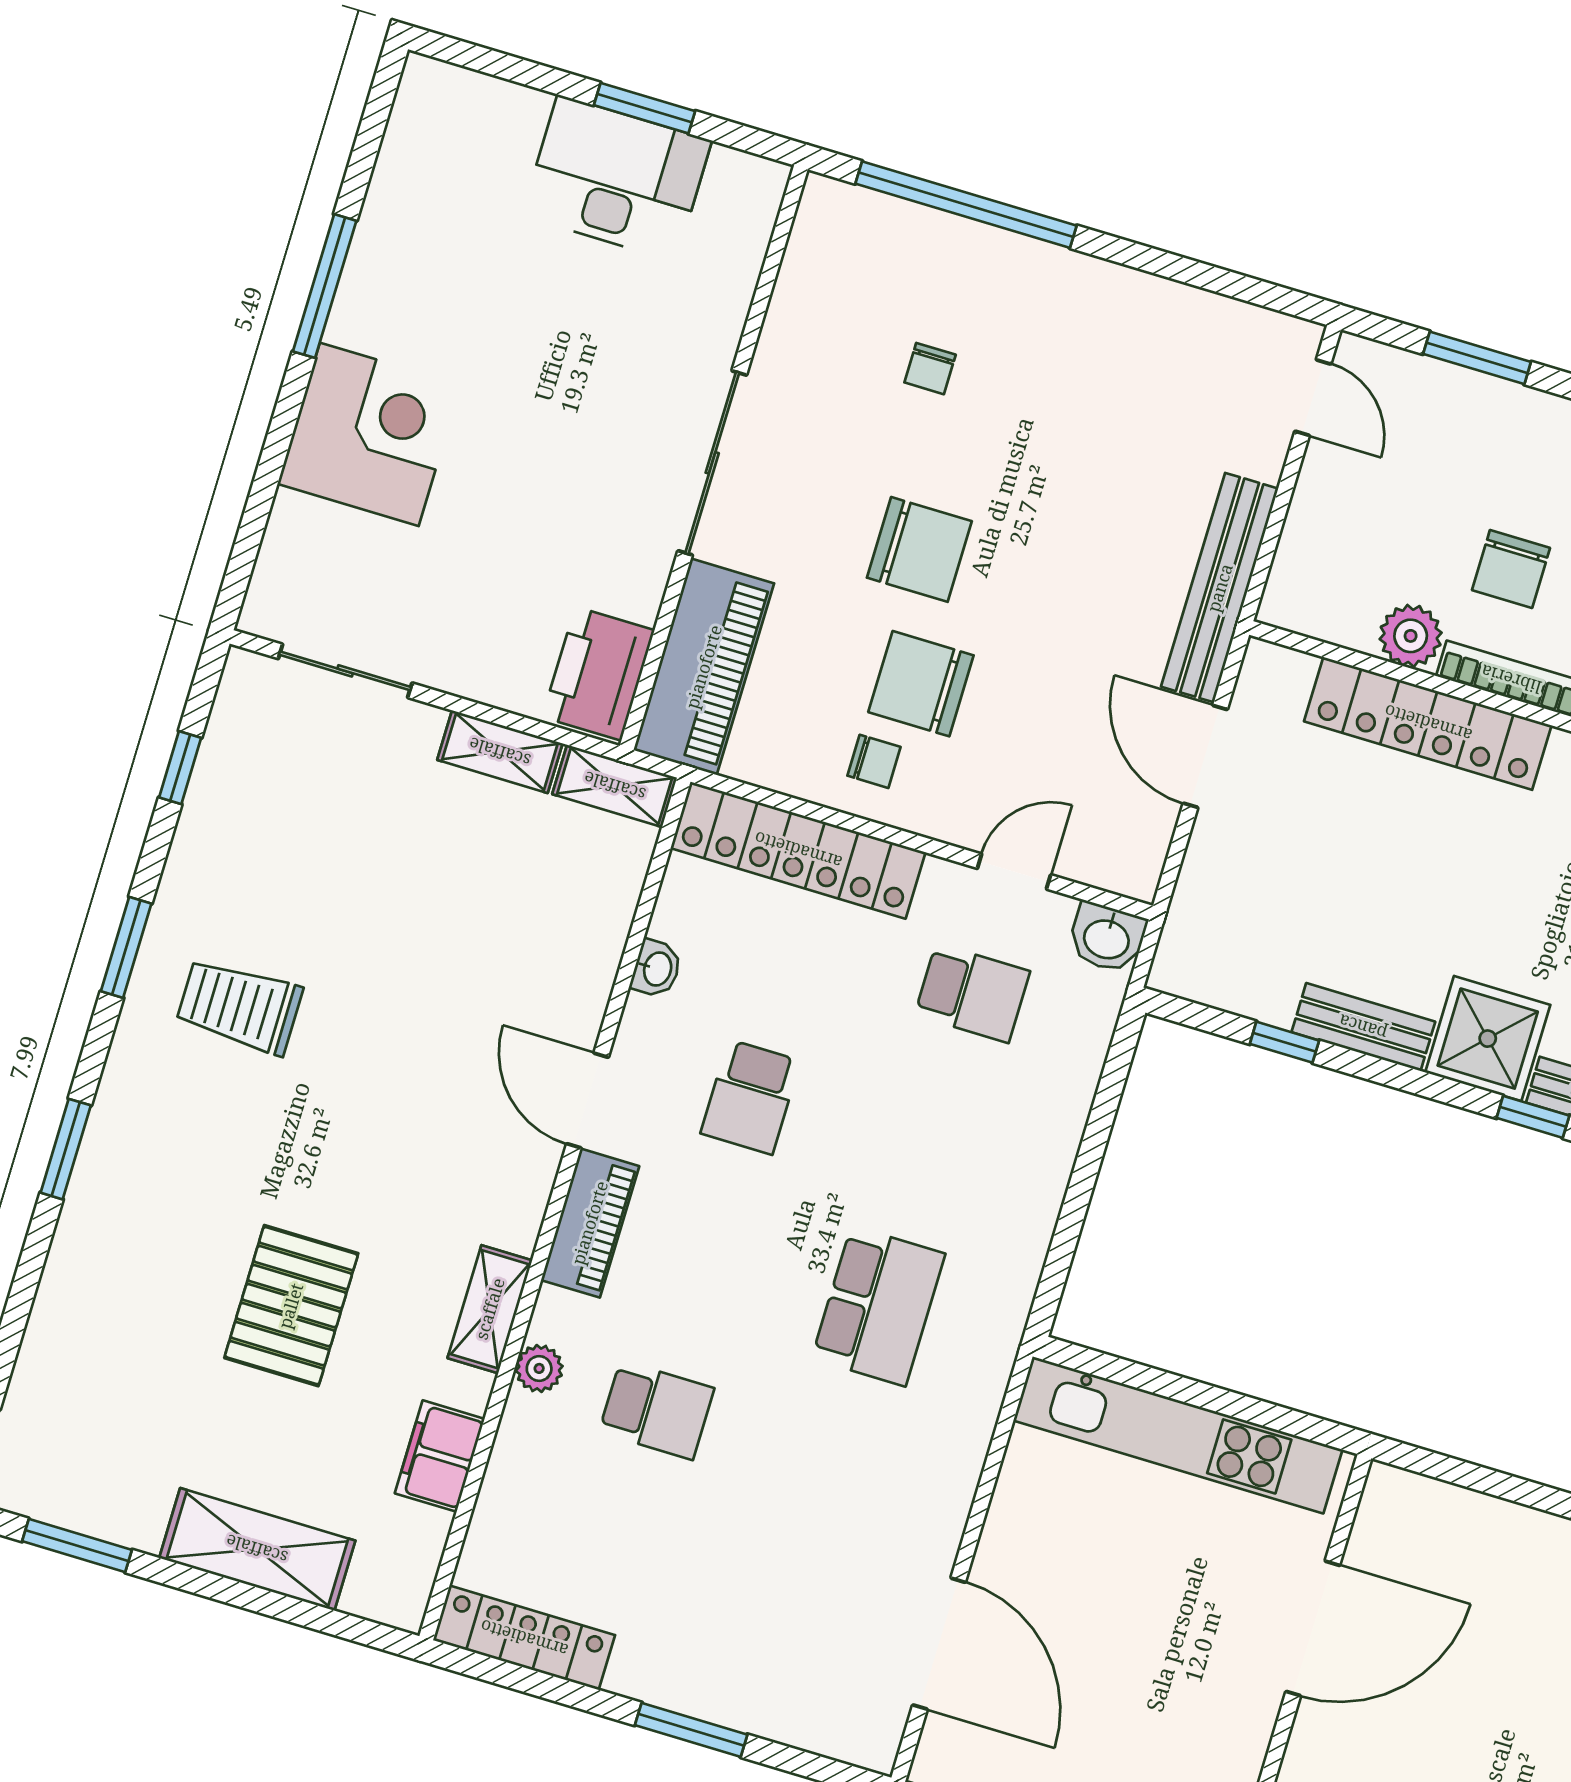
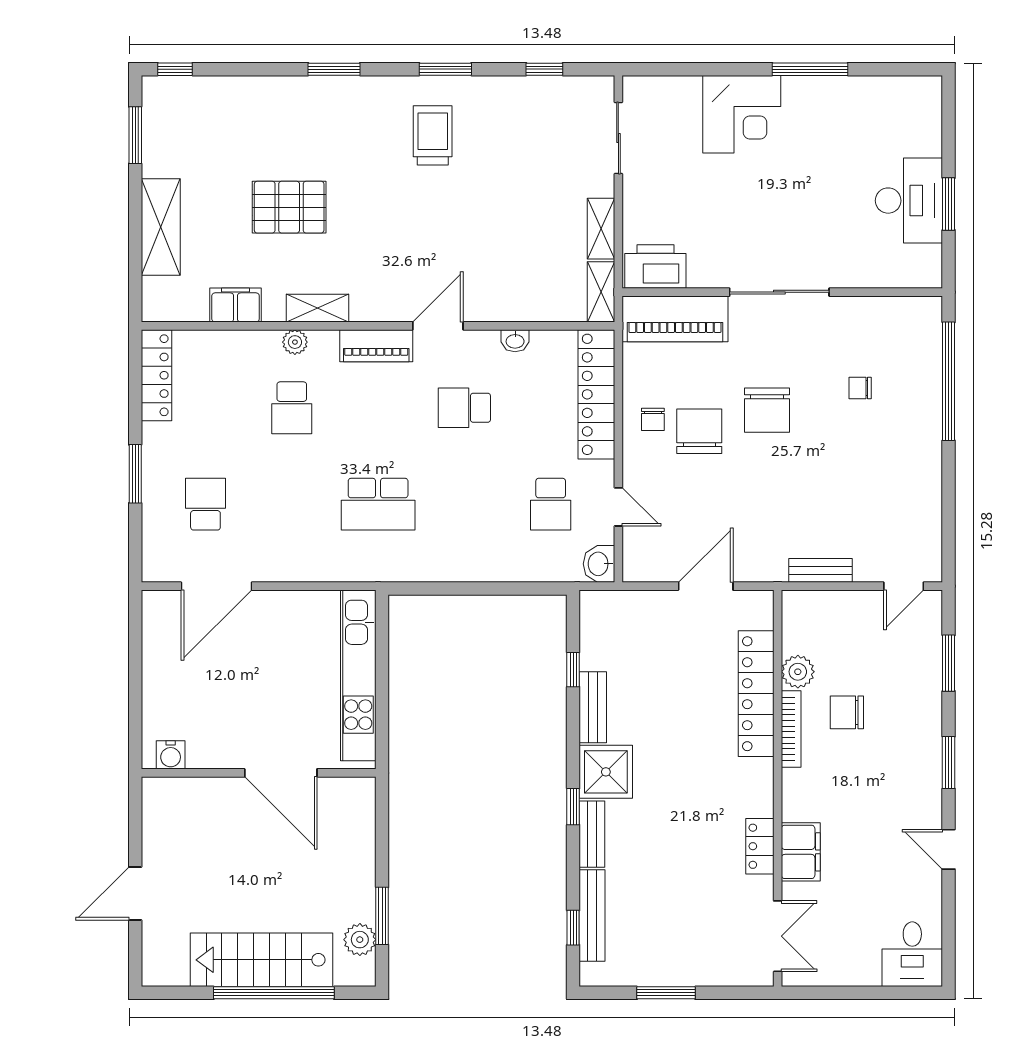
bench: (1220, 588) -> (821, 570), width x0.54, depth x0.82
school desk: (784, 1619) -> (205, 504), added

